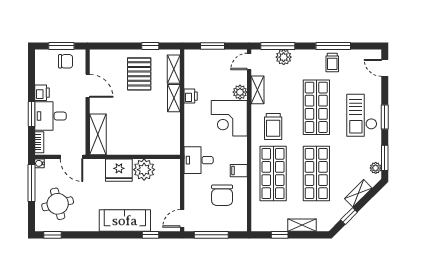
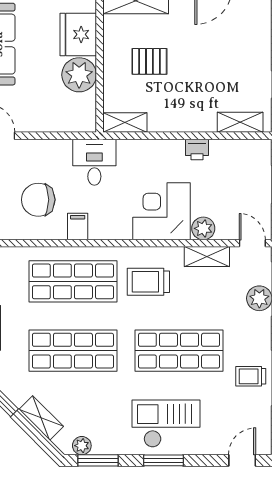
pallet: (139, 74) -> (149, 61), moved, width x0.67, depth x0.71
shelving: (174, 98) -> (125, 123), moved

